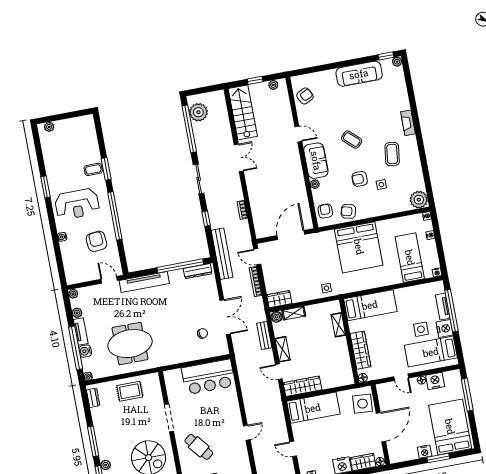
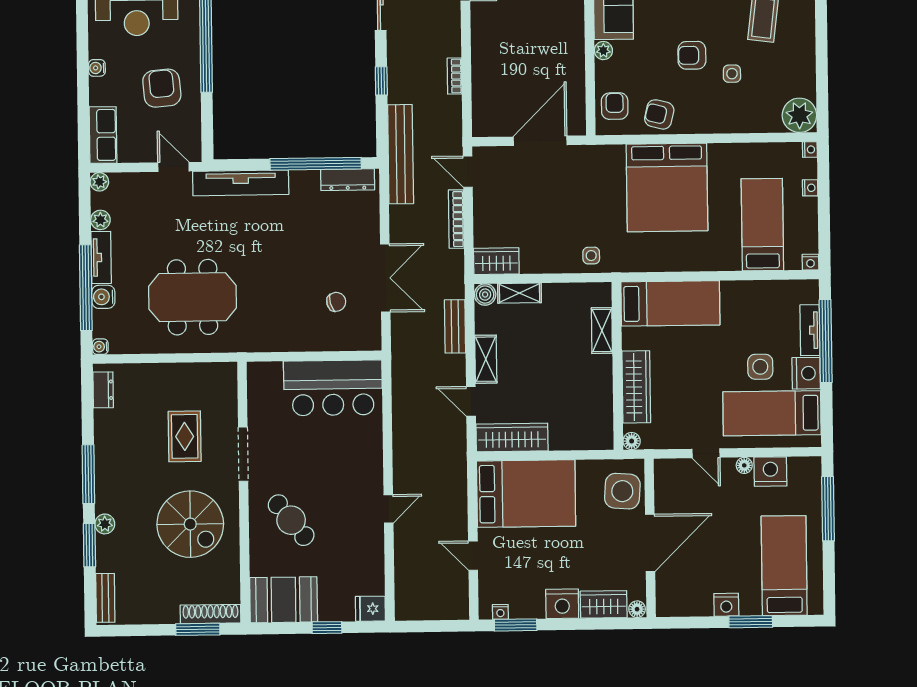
row of seats: (71, 270) -> (103, 135), added
rug: (130, 391) -> (185, 436), moved, turned 90
bed: (313, 408) -> (526, 494), width x1.50
bed: (450, 427) -> (784, 566), width x0.67

